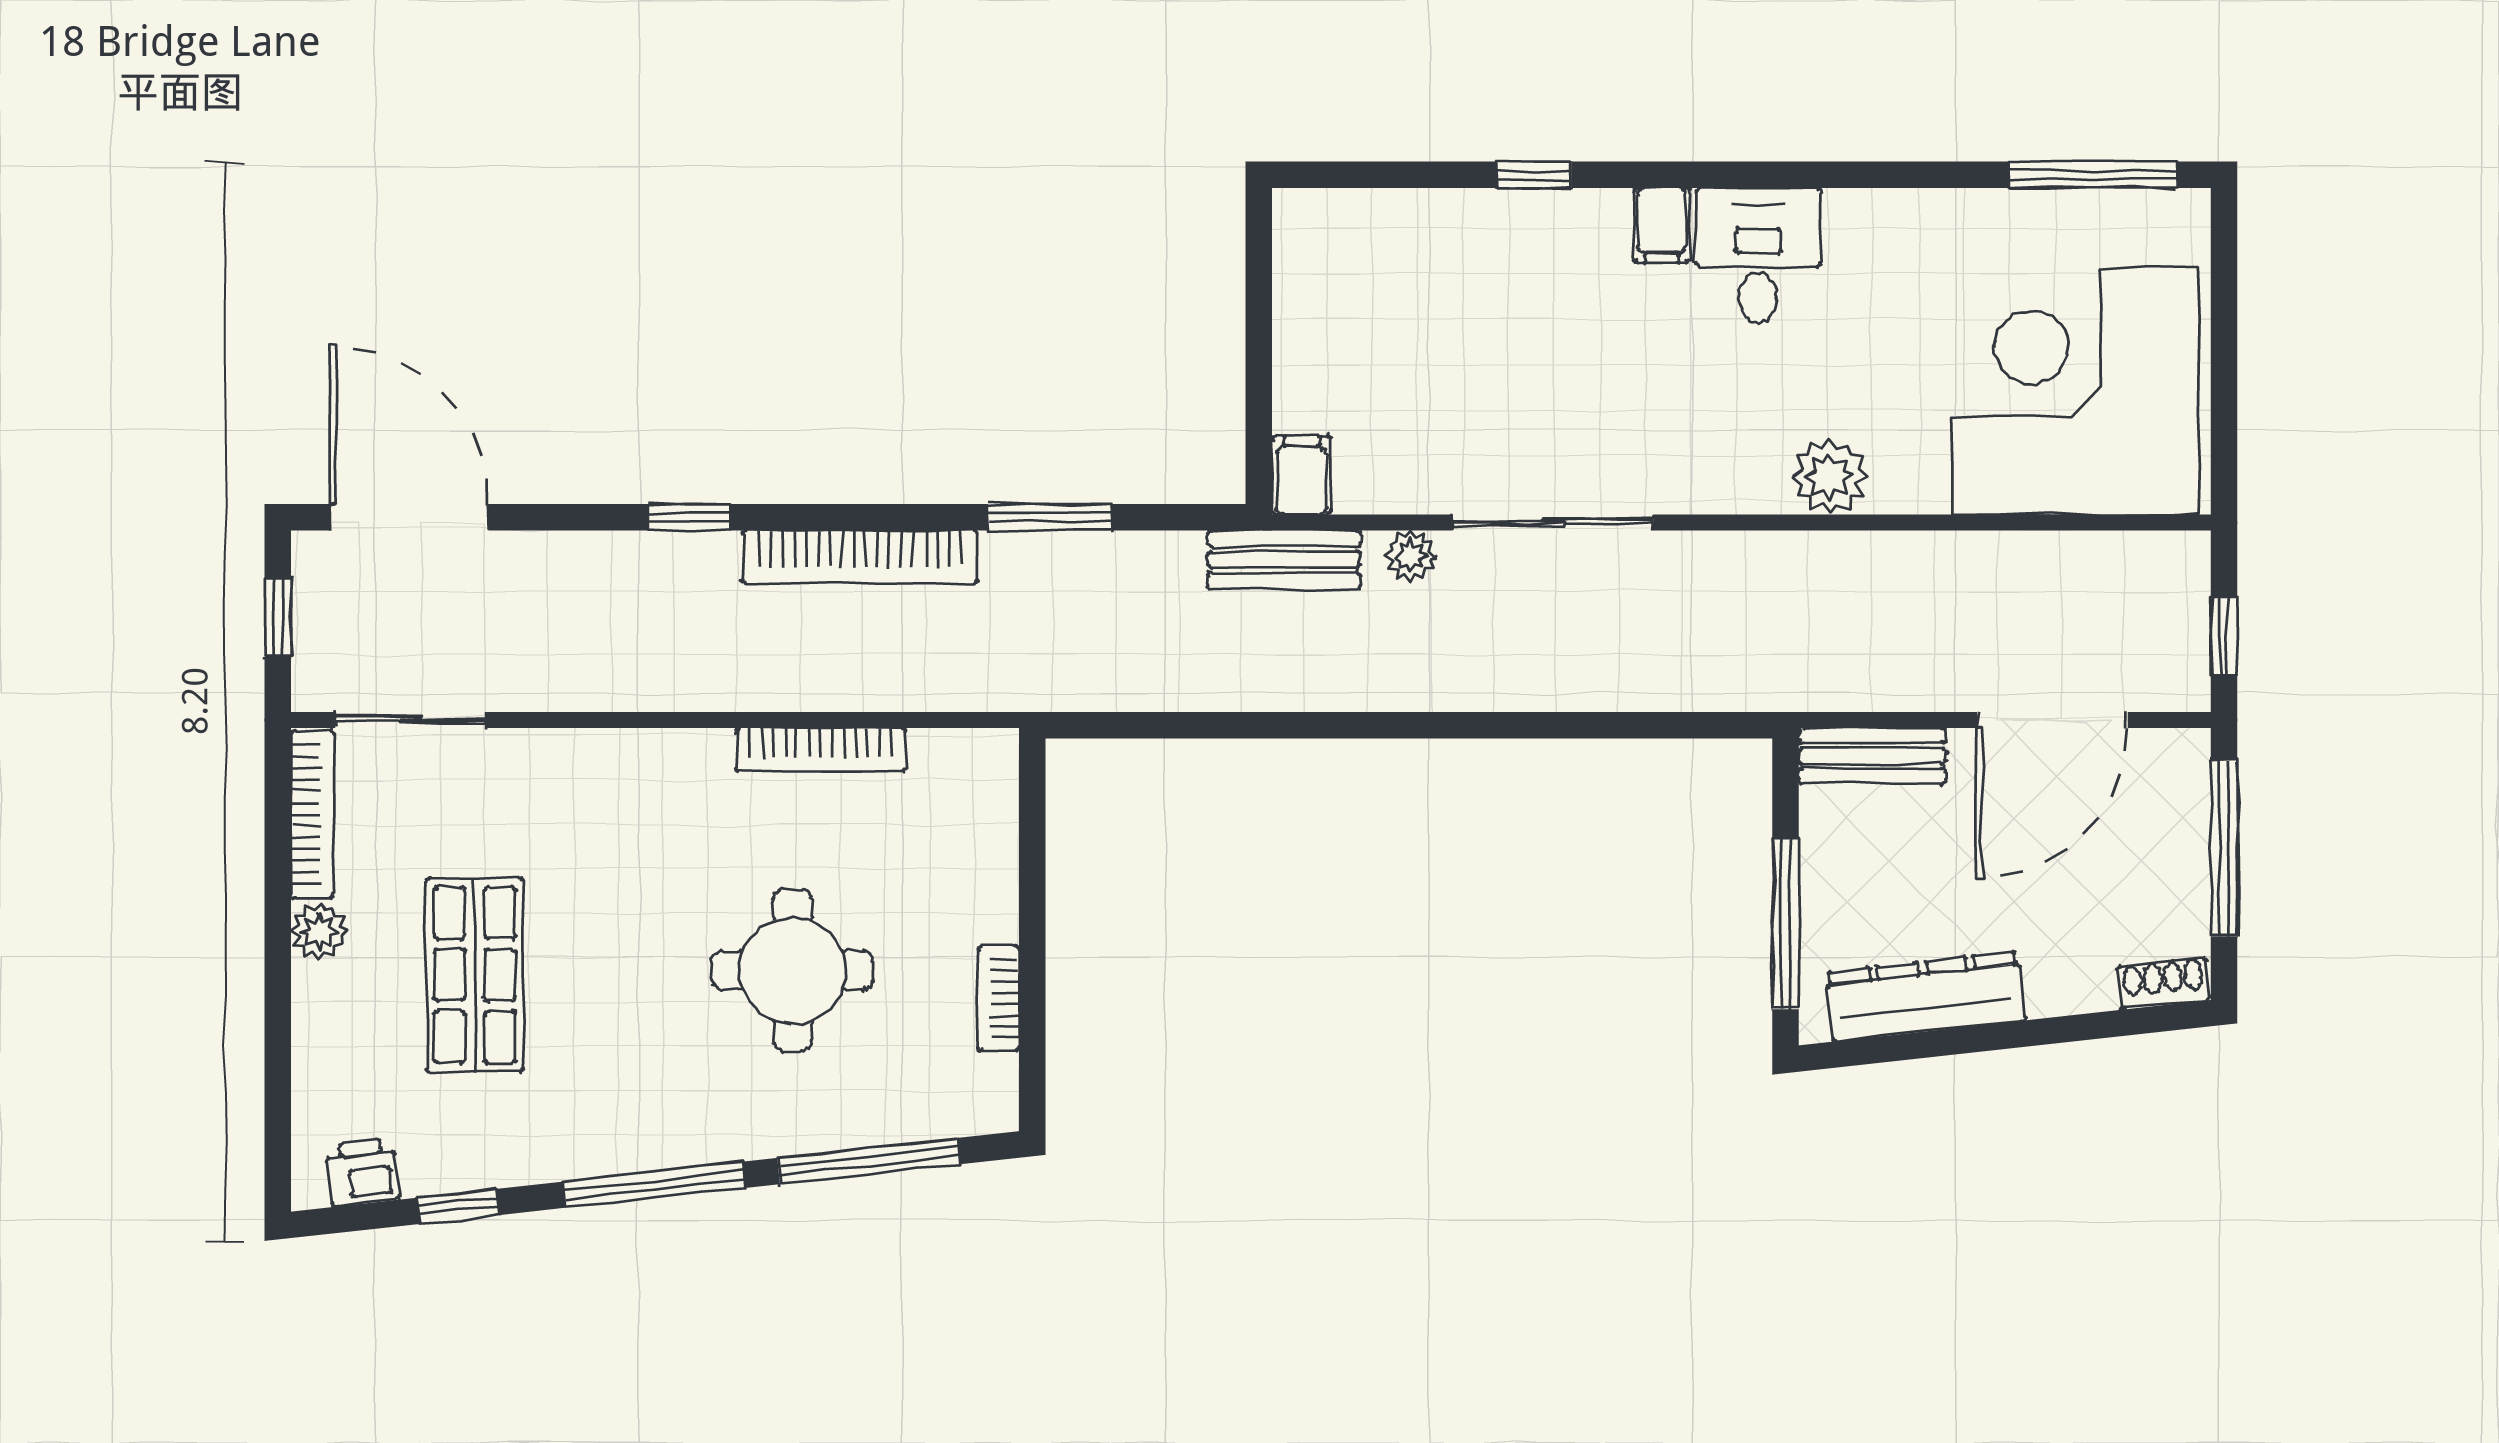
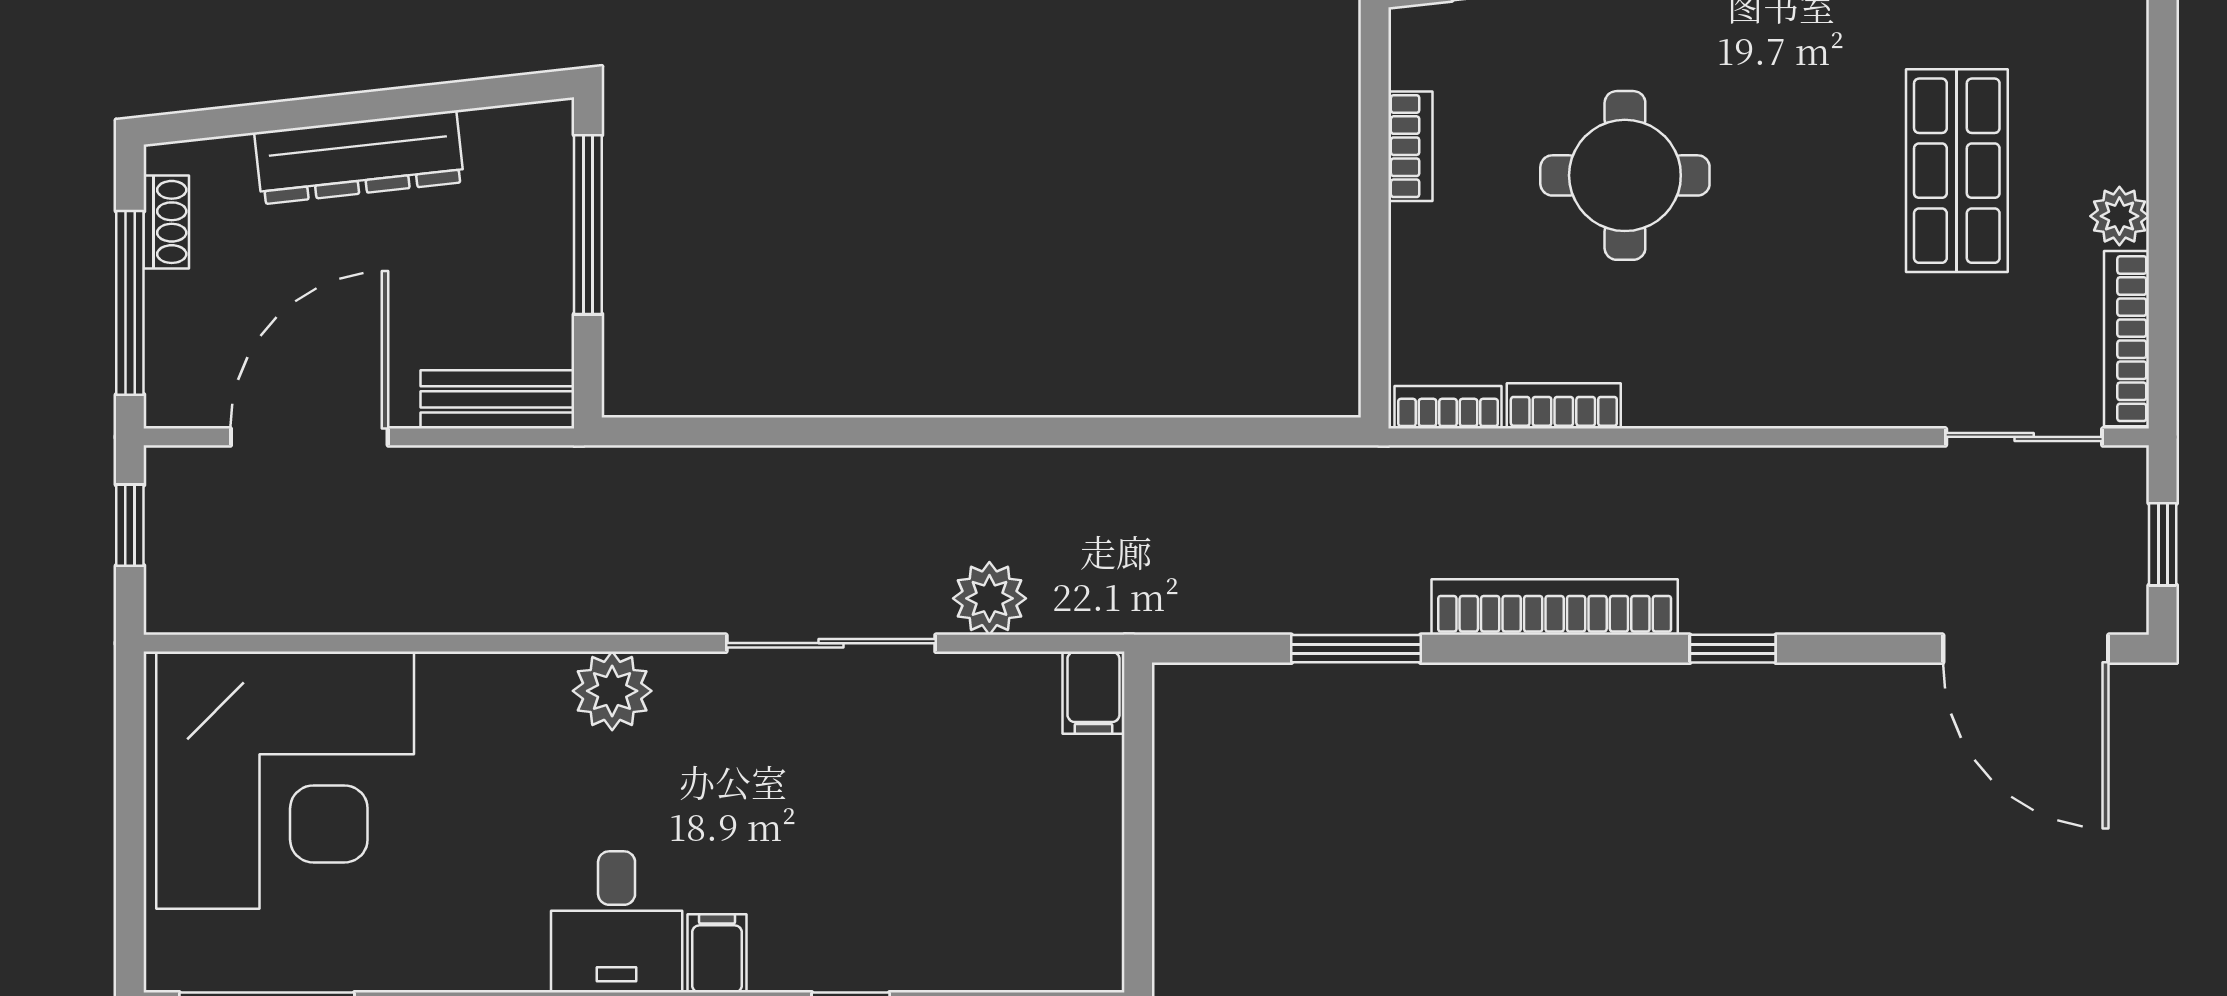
plant: (1830, 477) -> (612, 691), moved
plant: (1411, 556) -> (989, 598), width x1.38, depth x1.38
bench: (1284, 560) -> (1112, 604), removed
bookcase: (962, 748) -> (1448, 407), added
bookcase: (821, 750) -> (1564, 406), width x0.64
shoe rack: (2163, 983) -> (166, 222), moved, turned -84
dresser: (1925, 996) -> (359, 157), moved

